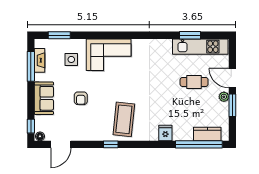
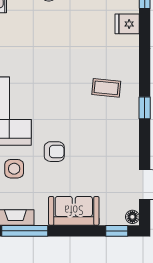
armchair: (81, 98) -> (54, 152), moved
coffee table: (124, 119) -> (106, 88), width x0.54, depth x0.58

